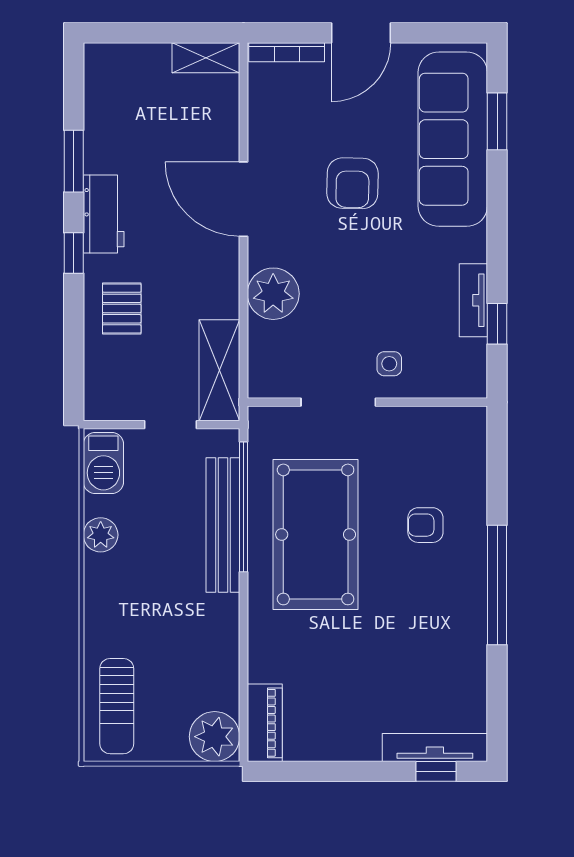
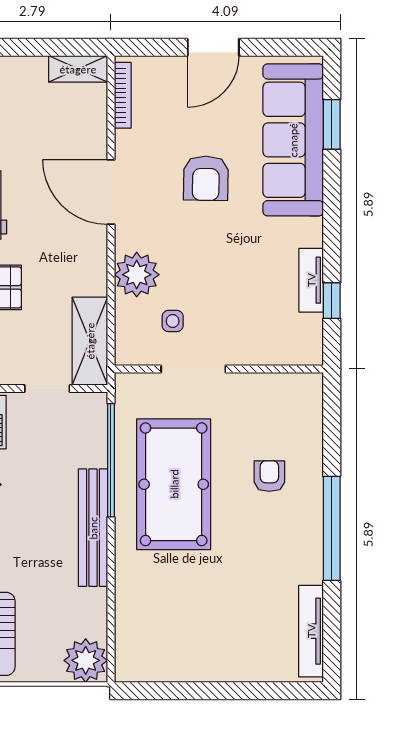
bookcase: (287, 52) -> (123, 95), moved, turned -90
side table: (389, 364) -> (173, 321), moved
bench: (223, 525) -> (93, 528), moved
armchair: (425, 525) -> (269, 476), turned 90
piano: (265, 723) -> (129, 648), removed
tv unit: (435, 747) -> (311, 631), moved, turned -90
window: (436, 771) -> (279, 691), removed

